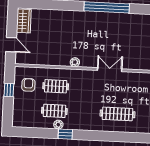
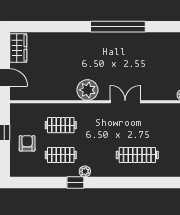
plant: (75, 62) -> (87, 90), width x1.88, depth x1.88
armchair: (28, 85) -> (27, 143), moved
plant: (58, 125) -> (85, 171), moved

